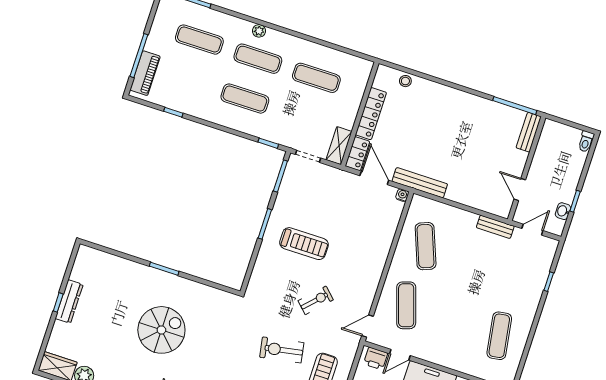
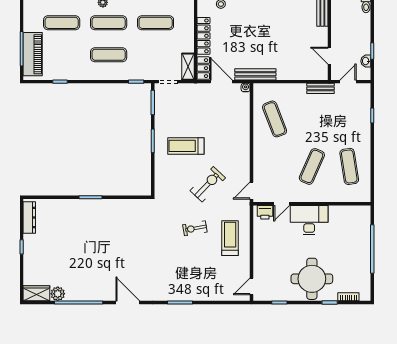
piano: (145, 73) -> (33, 54), width x1.37, depth x1.33
treadmill: (304, 244) -> (186, 146), turned 180
exercise bike: (316, 300) -> (208, 184), width x1.38, depth x1.39
dresser: (69, 301) -> (29, 217), moved
exercise mat: (406, 305) -> (312, 166), moved, turned 42
spiral stairs: (161, 330) -> (103, 242), removed
exercise bike: (282, 350) -> (195, 228), width x0.73, depth x0.72

